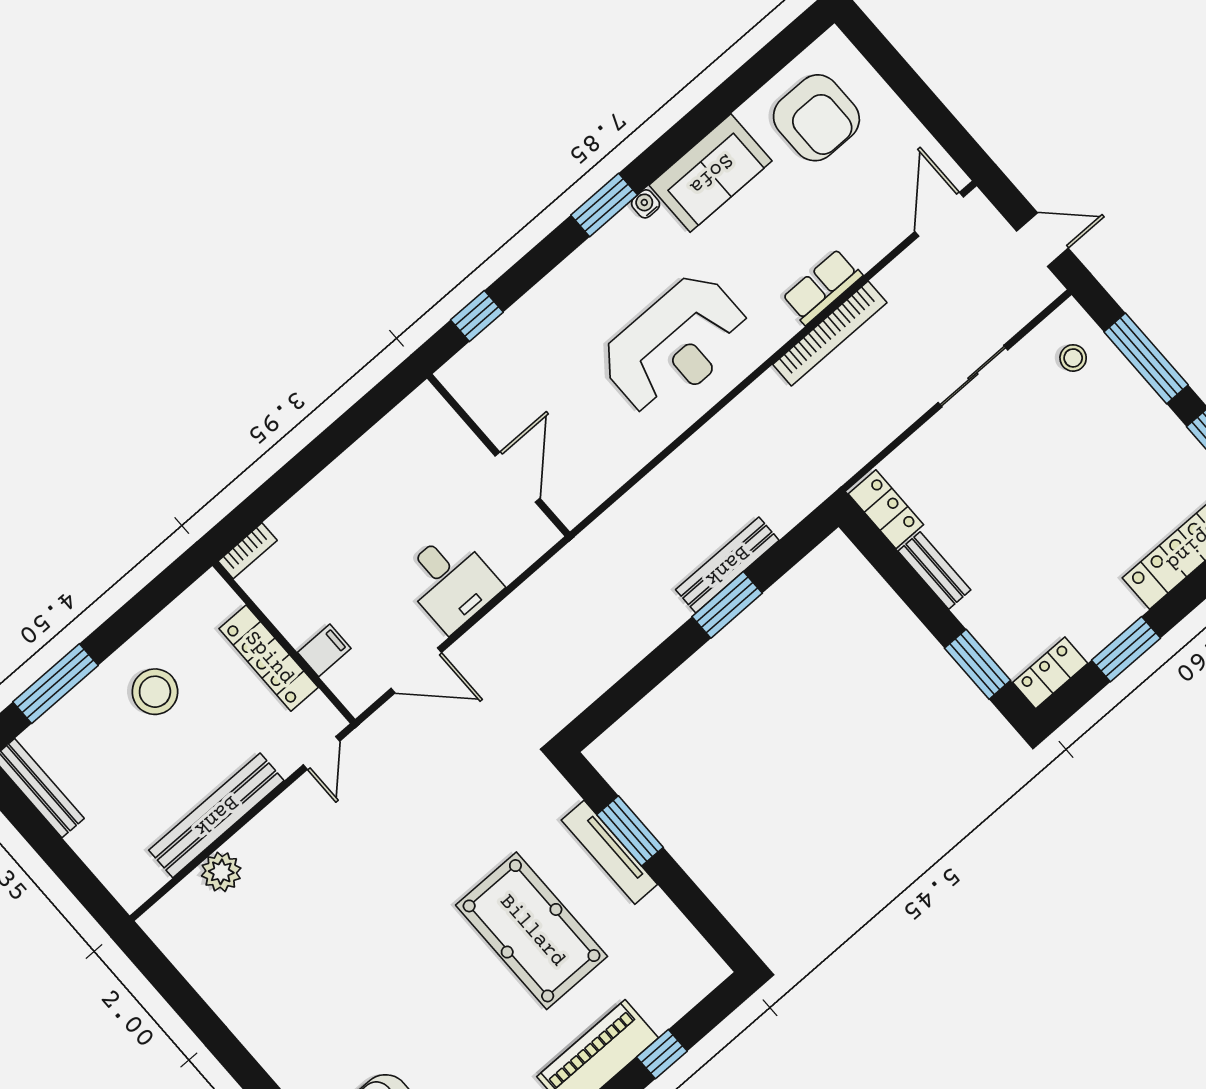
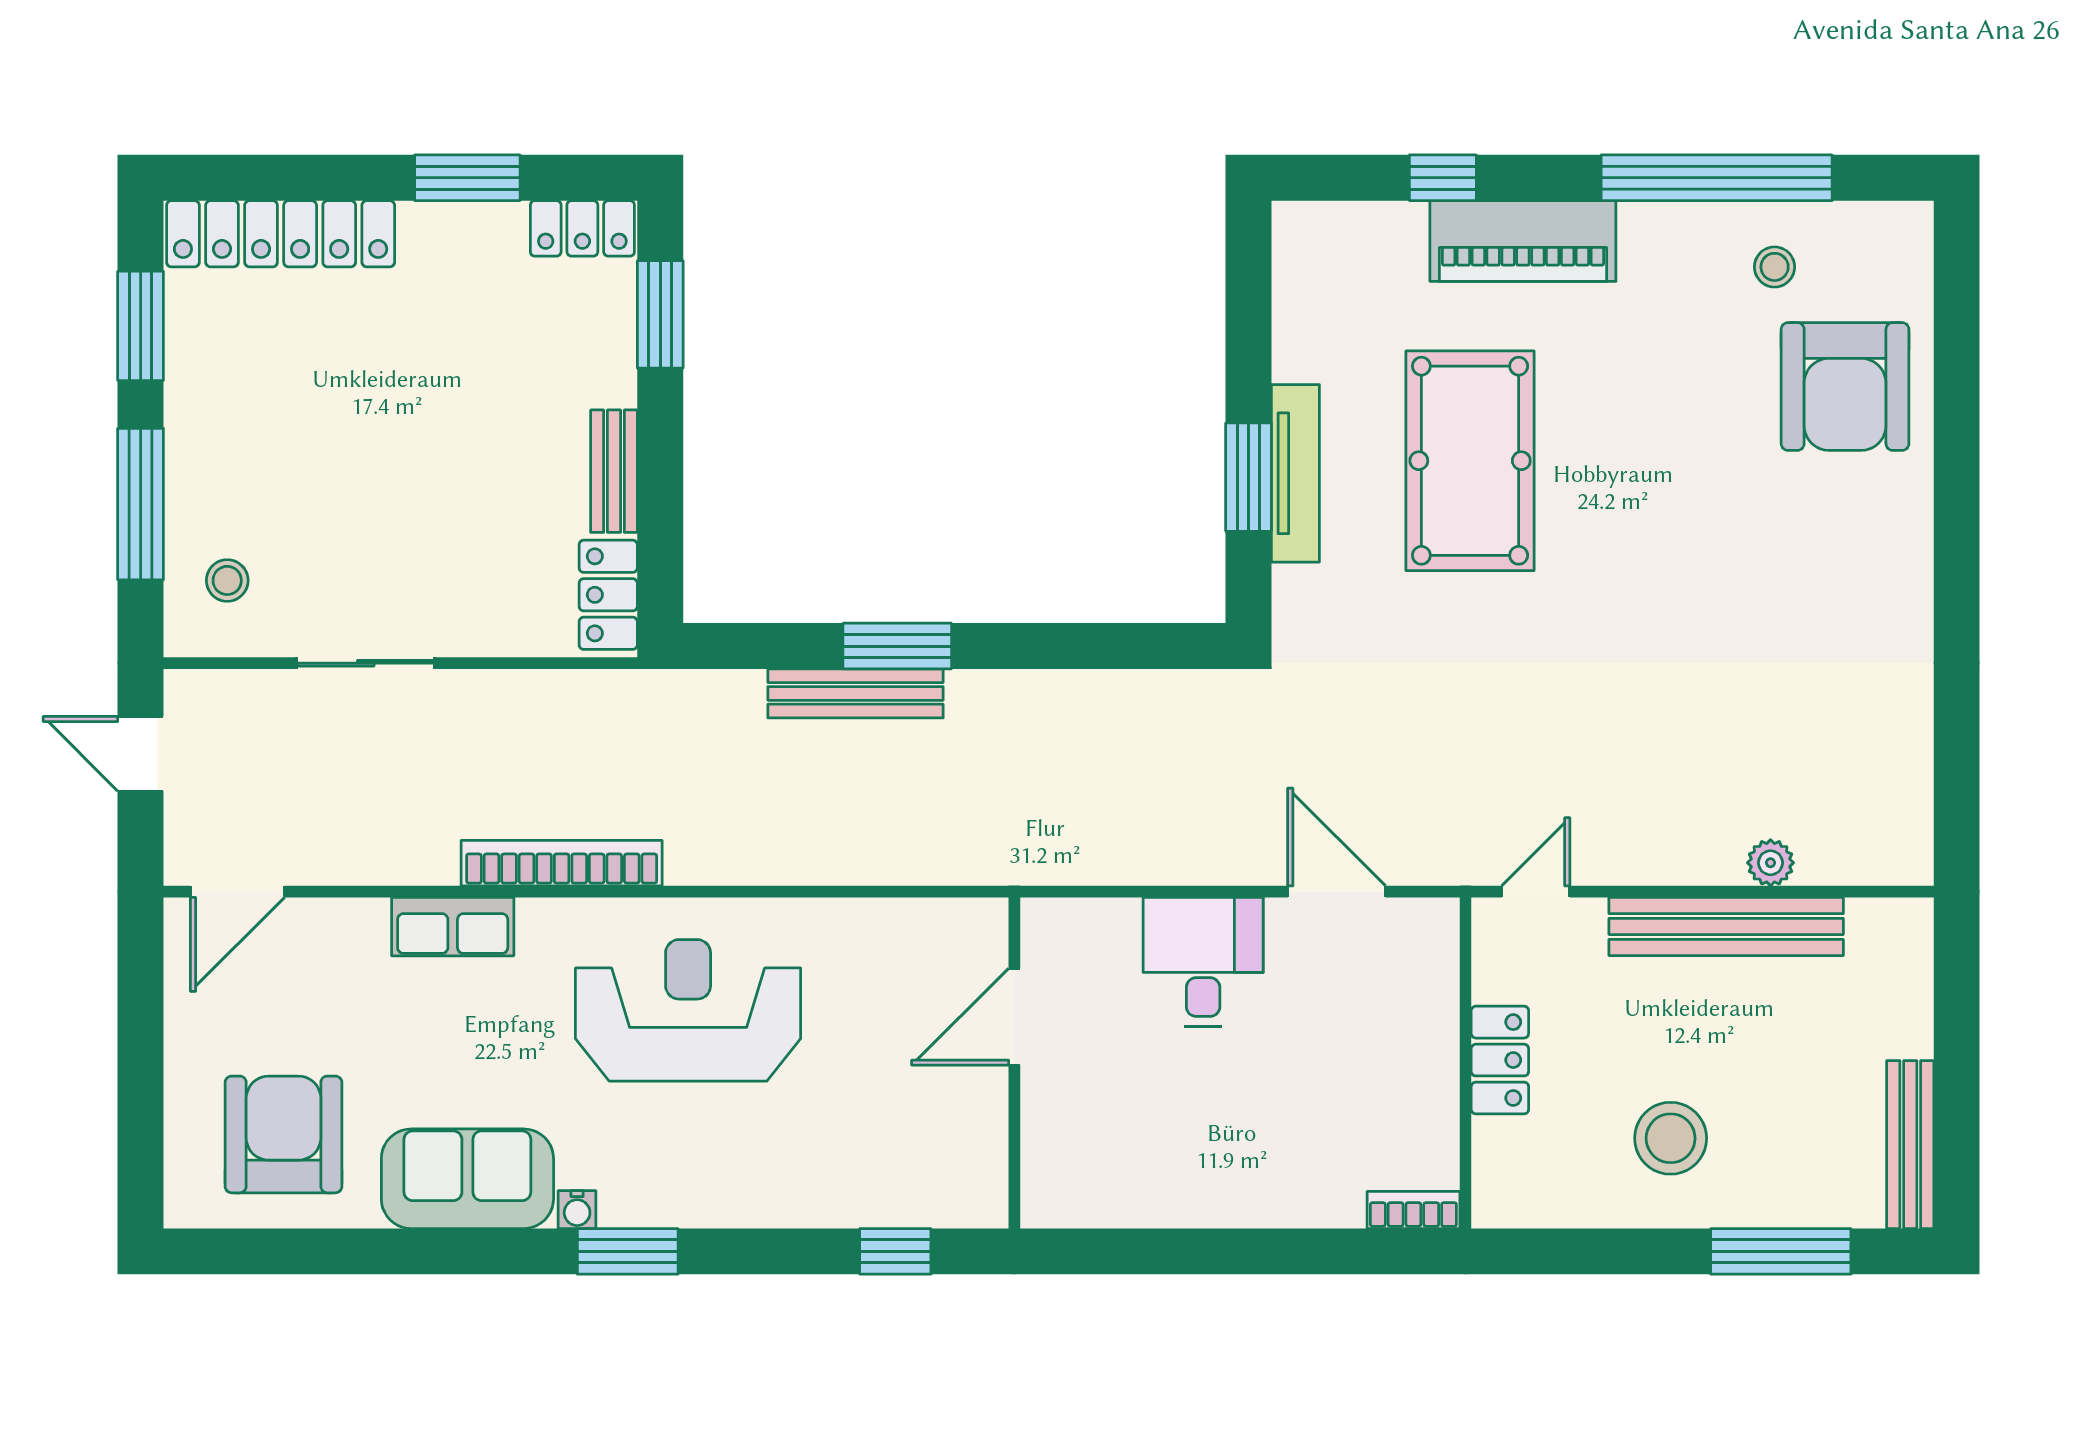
bookcase: (830, 333) -> (562, 863), moved
filing cabinet: (324, 650) -> (1425, 1011), removed
locker: (269, 658) -> (1500, 1060), width x0.66
plant: (221, 872) -> (1771, 863), width x0.73, depth x0.73

